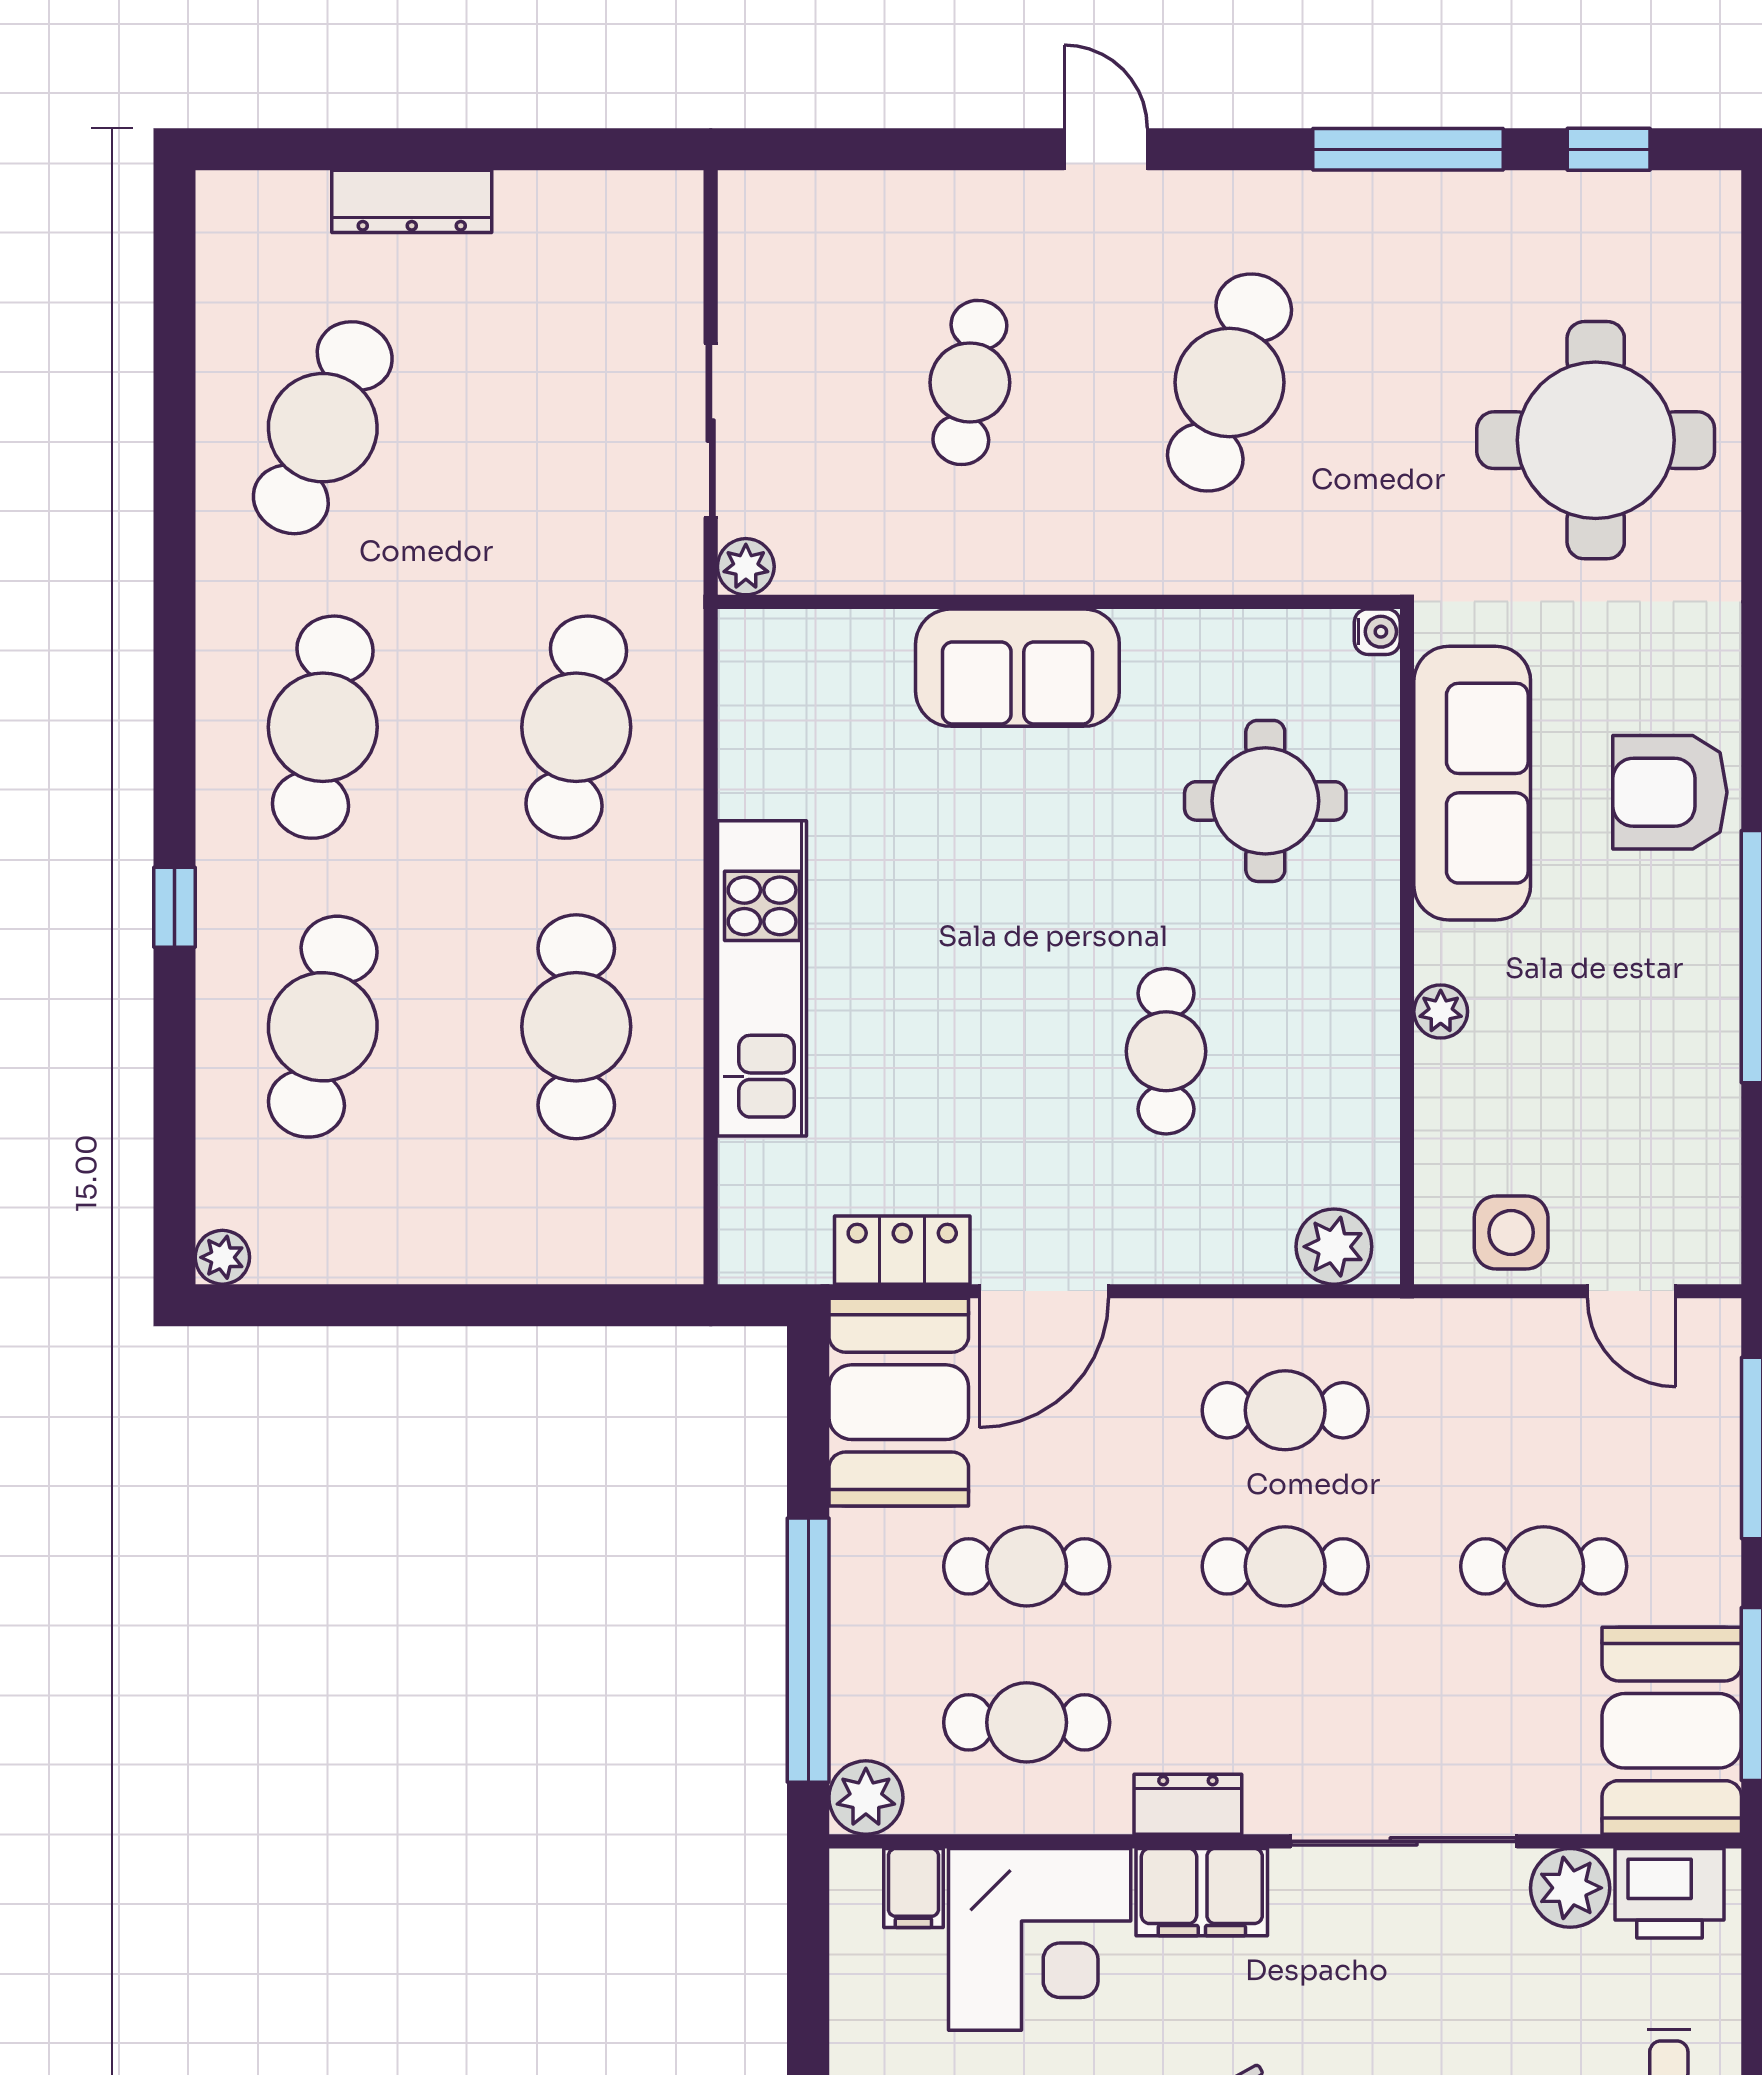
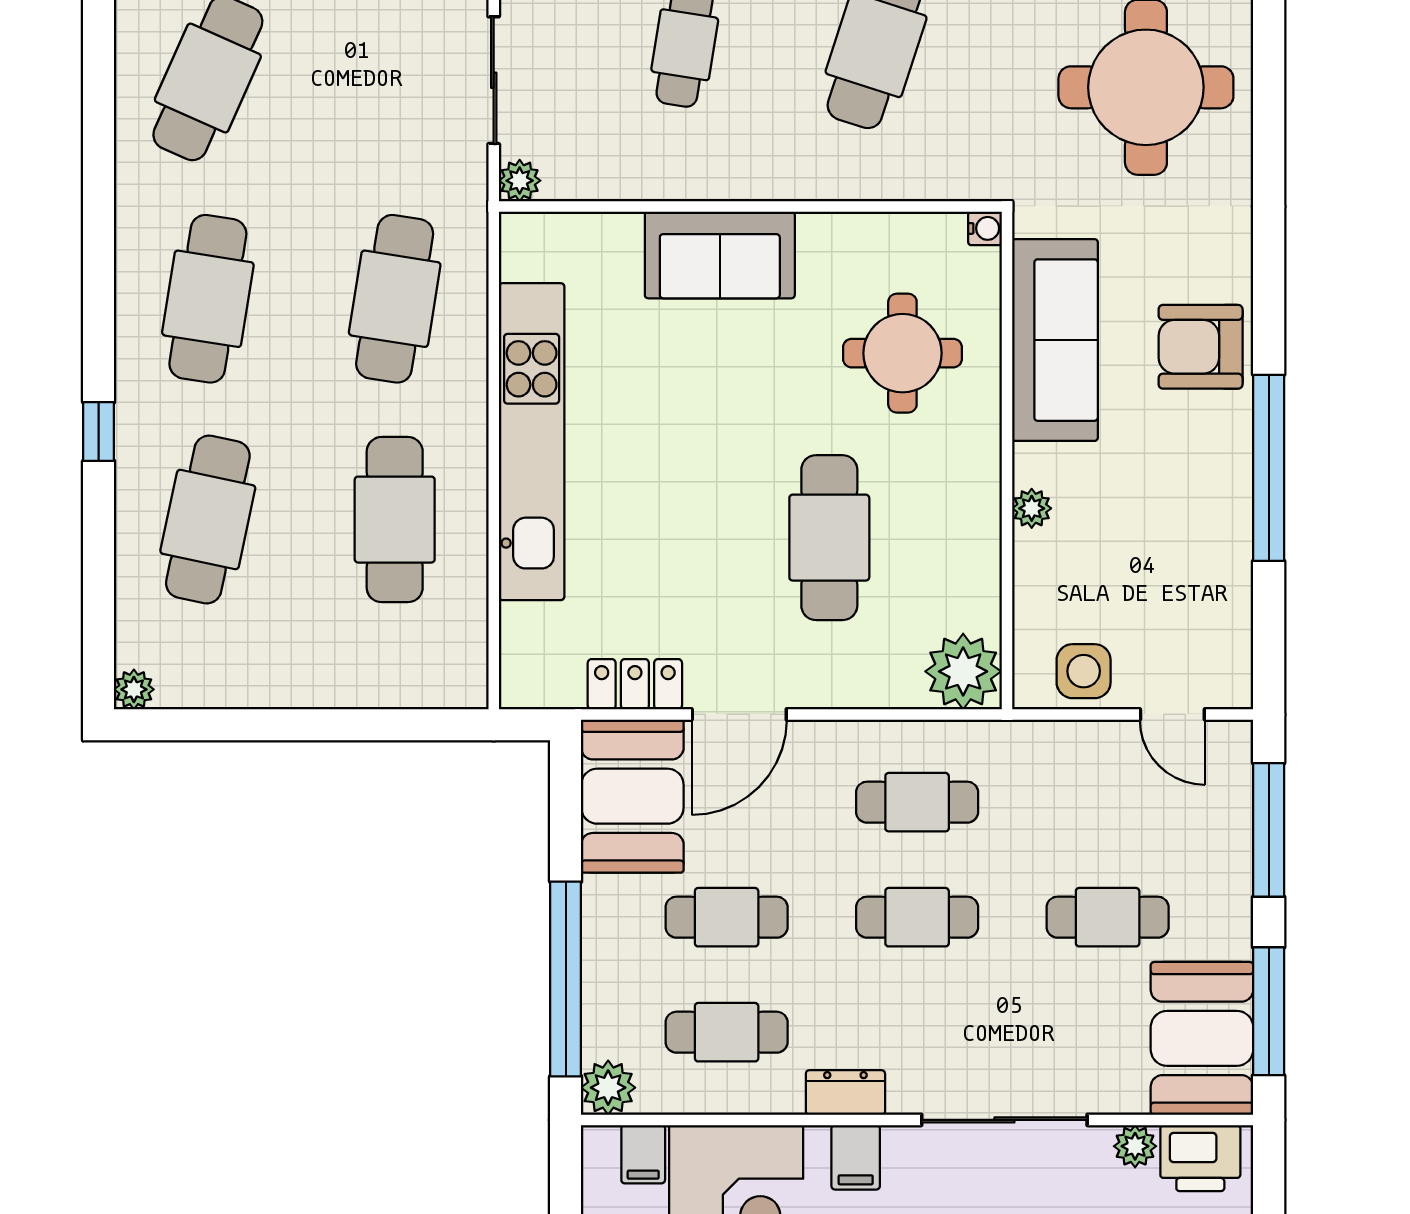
kitchen unit: (762, 978) -> (532, 442), width x1.36
cafe table: (1166, 1051) -> (829, 538), width x1.37, depth x1.35
plant: (1334, 1247) -> (963, 671), width x1.36, depth x1.36
plant: (1570, 1888) -> (1135, 1146), width x0.73, depth x0.73
filing cabinet: (1202, 1892) -> (856, 1157), width x0.50

